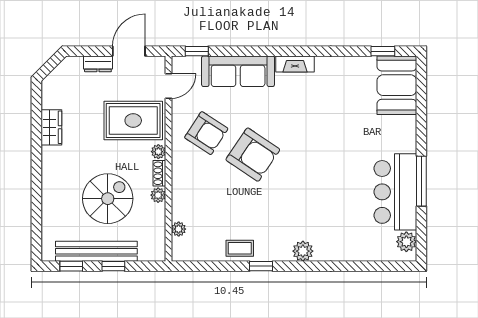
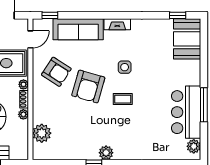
side table: (306, 126) -> (125, 67), added
armchair: (253, 155) -> (88, 86), turned 72
plant: (179, 229) -> (42, 133), width x1.88, depth x1.88
coffee table: (240, 248) -> (123, 99), moved
plant: (303, 251) -> (106, 153), moved

